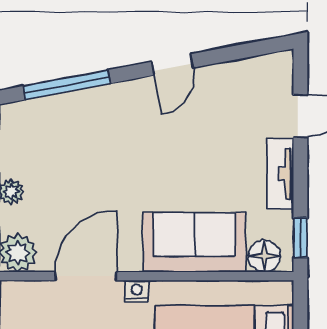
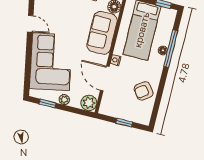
window: (67, 85) -> (28, 67), removed
corner sofa: (94, 137) -> (51, 62), added

